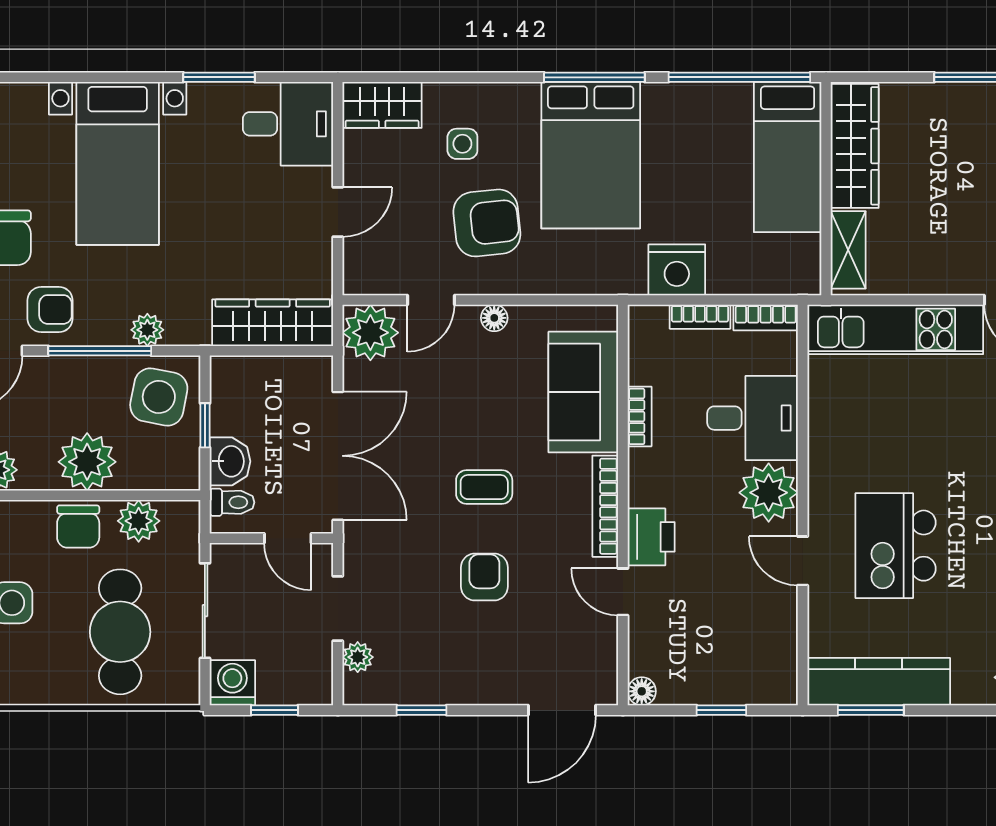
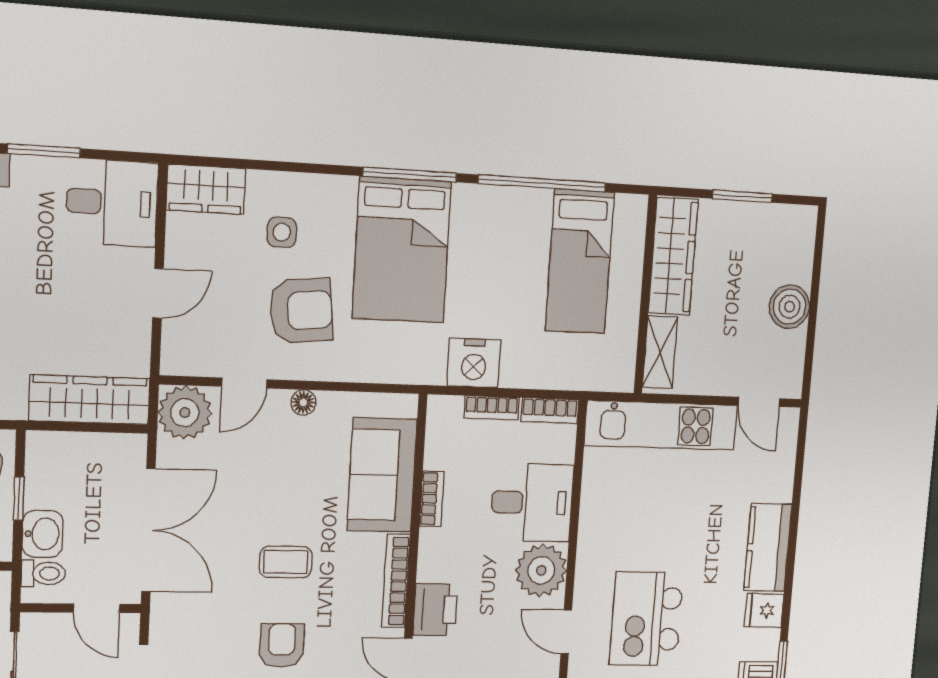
wardrobe: (855, 146) -> (673, 256), moved
wall: (826, 189) -> (645, 295), moved
shelving: (848, 250) -> (660, 352), moved

